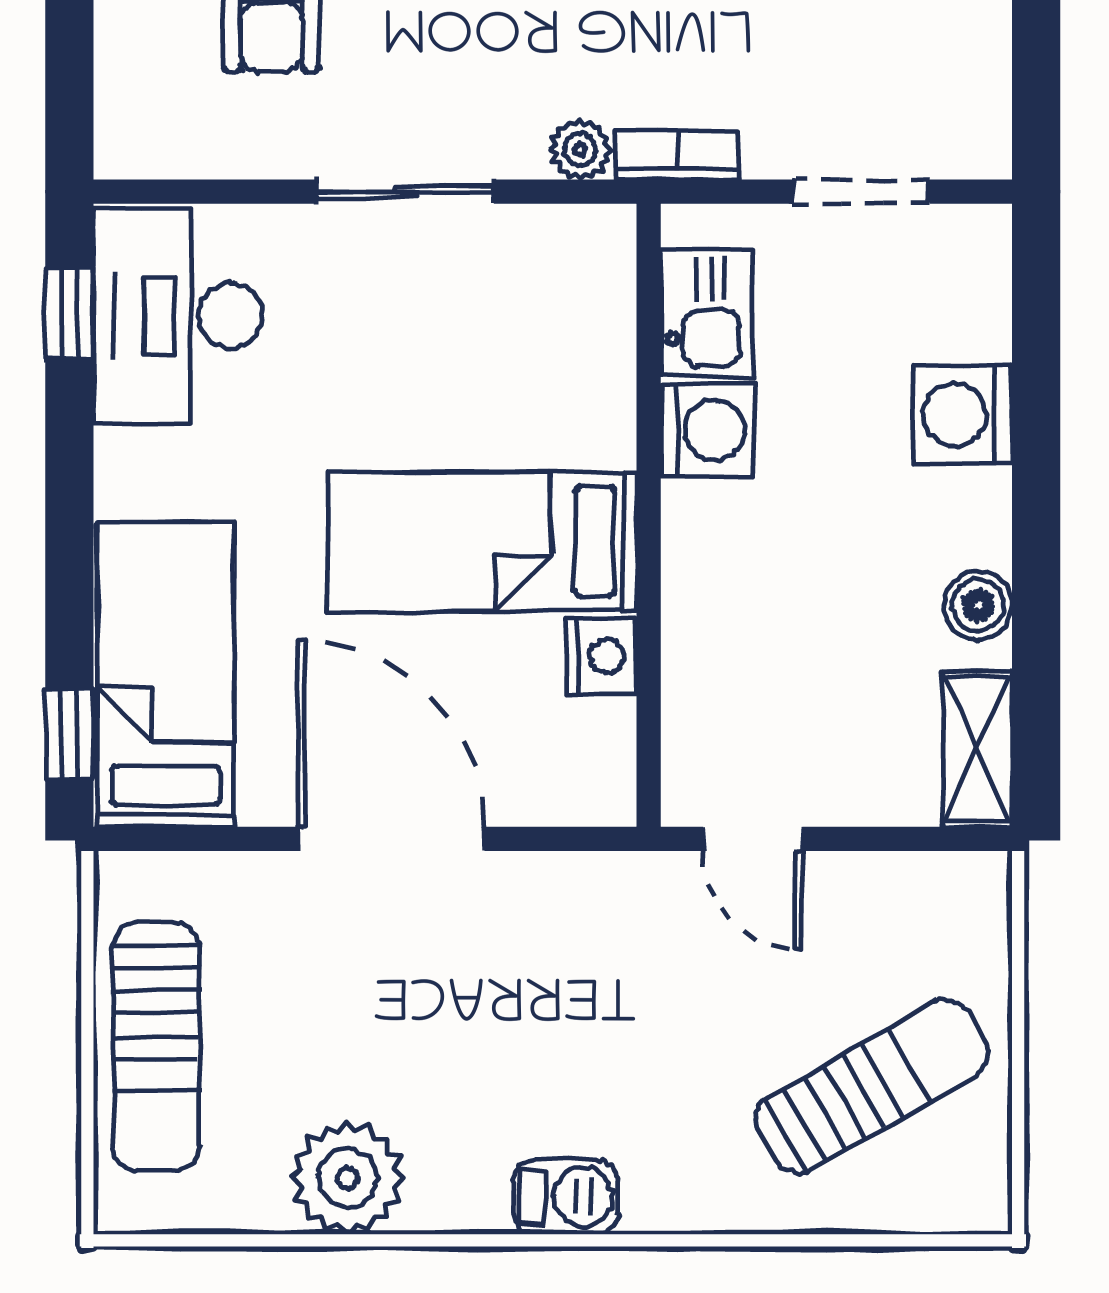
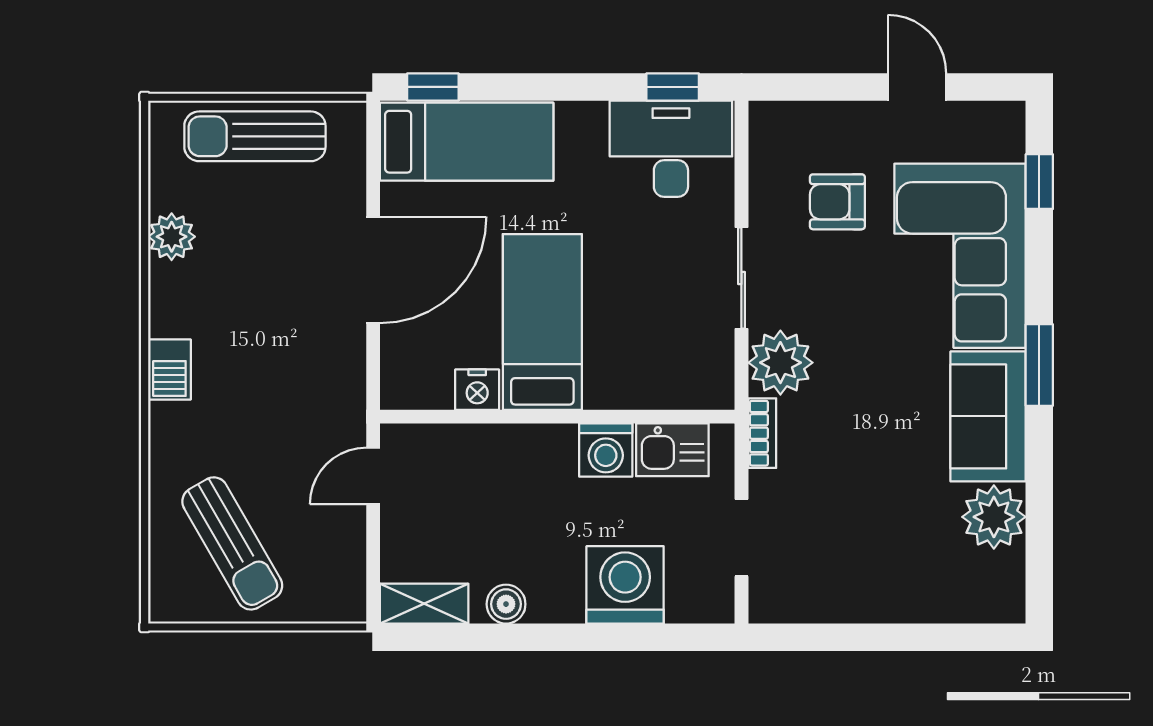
plant: (580, 150) -> (780, 363), width x1.88, depth x1.88
washing machine: (963, 415) -> (625, 585), width x1.37, depth x1.37
plant: (348, 1178) -> (172, 237), width x0.73, depth x0.73

